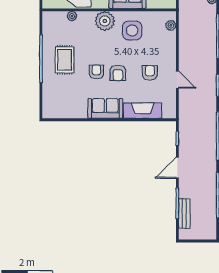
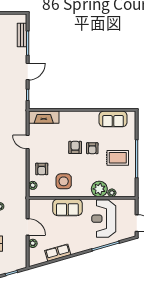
plant: (105, 21) -> (99, 189), moved
rug: (65, 60) -> (118, 158), turned 90
armchair: (150, 73) -> (42, 169), moved
sofa: (105, 108) -> (113, 119), moved
fireplace: (143, 111) -> (44, 117), moved

